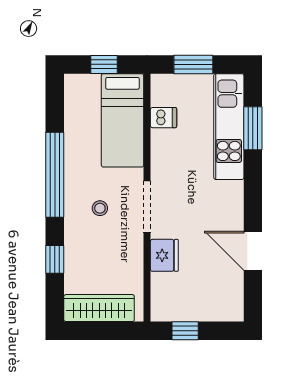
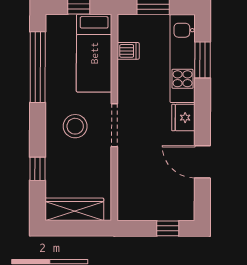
window: (55, 175) -> (38, 67), moved
stool: (100, 208) -> (75, 126), width x1.89, depth x1.89
fridge: (164, 255) -> (183, 118), moved, turned 180
window: (185, 331) -> (168, 228), moved

